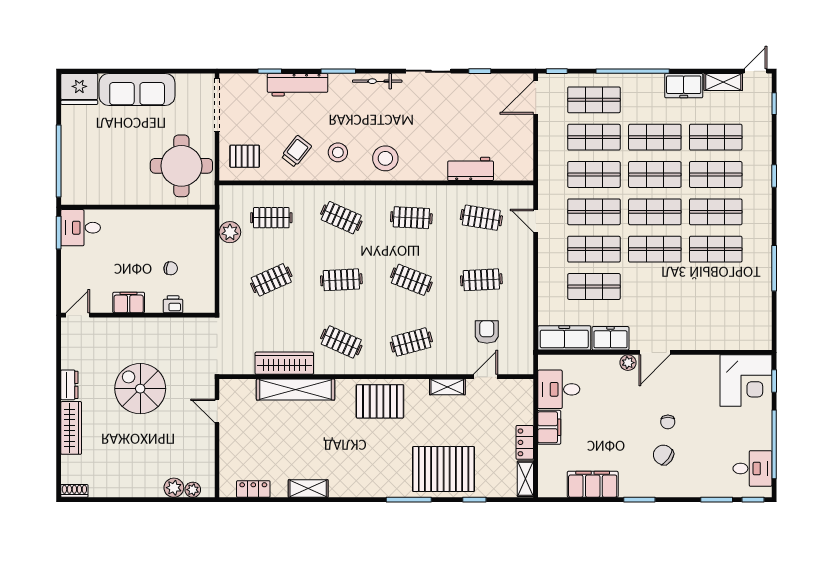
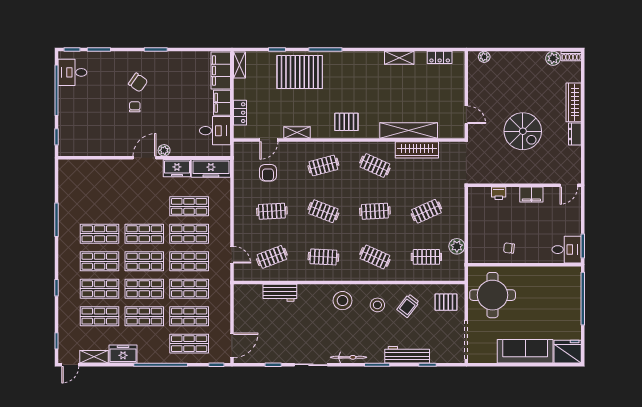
clothes rail: (481, 218) -> (272, 257), turned -30
chair: (171, 268) -> (509, 248), moved
corner desk: (746, 381) -> (77, 137), removed
pallet: (380, 401) -> (346, 122), width x0.67, depth x0.71
locker: (525, 442) -> (240, 113), moved
filing cabinet: (593, 484) -> (221, 70), moved, turned 90
plant: (174, 488) -> (553, 58), moved

